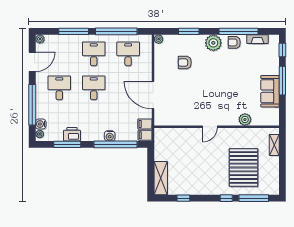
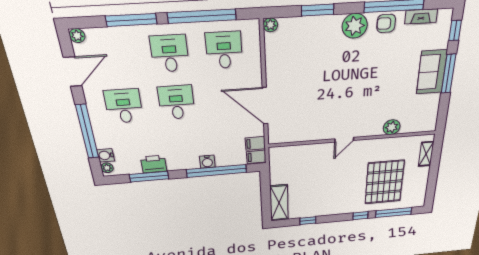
armchair: (185, 62) -> (311, 58), removed
sofa: (270, 91) -> (432, 72), moved

